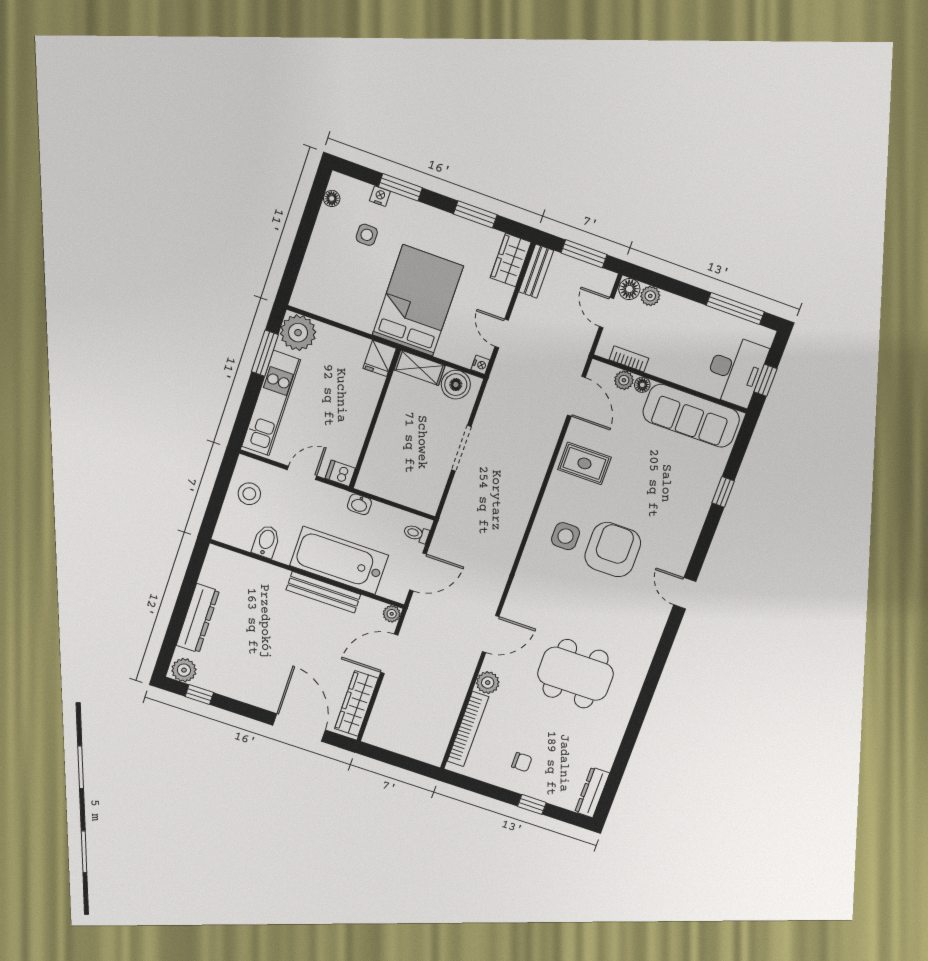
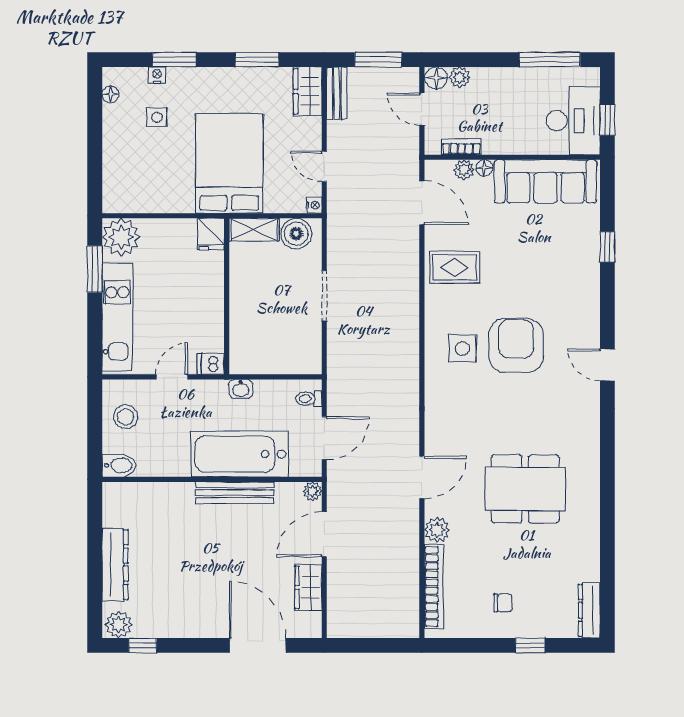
bidet: (266, 541) -> (119, 465), moved, turned 90
wardrobe: (356, 703) -> (308, 587), width x0.67

